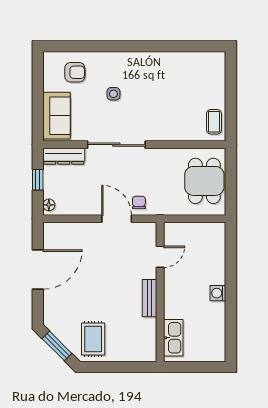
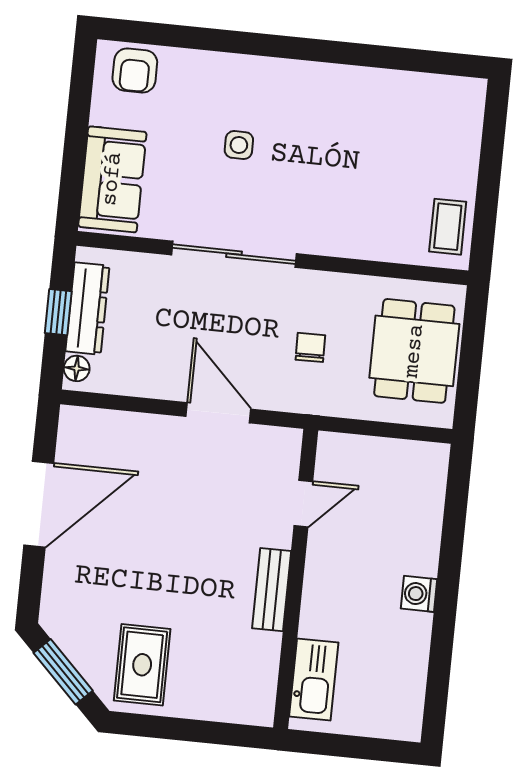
armchair: (75, 72) -> (135, 70), moved, turned 90
dresser: (64, 156) -> (87, 309), moved, turned -90
chair: (139, 202) -> (310, 347), moved

